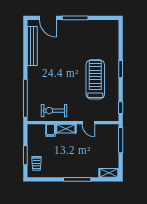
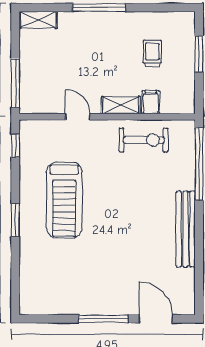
bench: (32, 46) -> (186, 229), moved
trolley: (36, 163) -> (152, 54), moved

